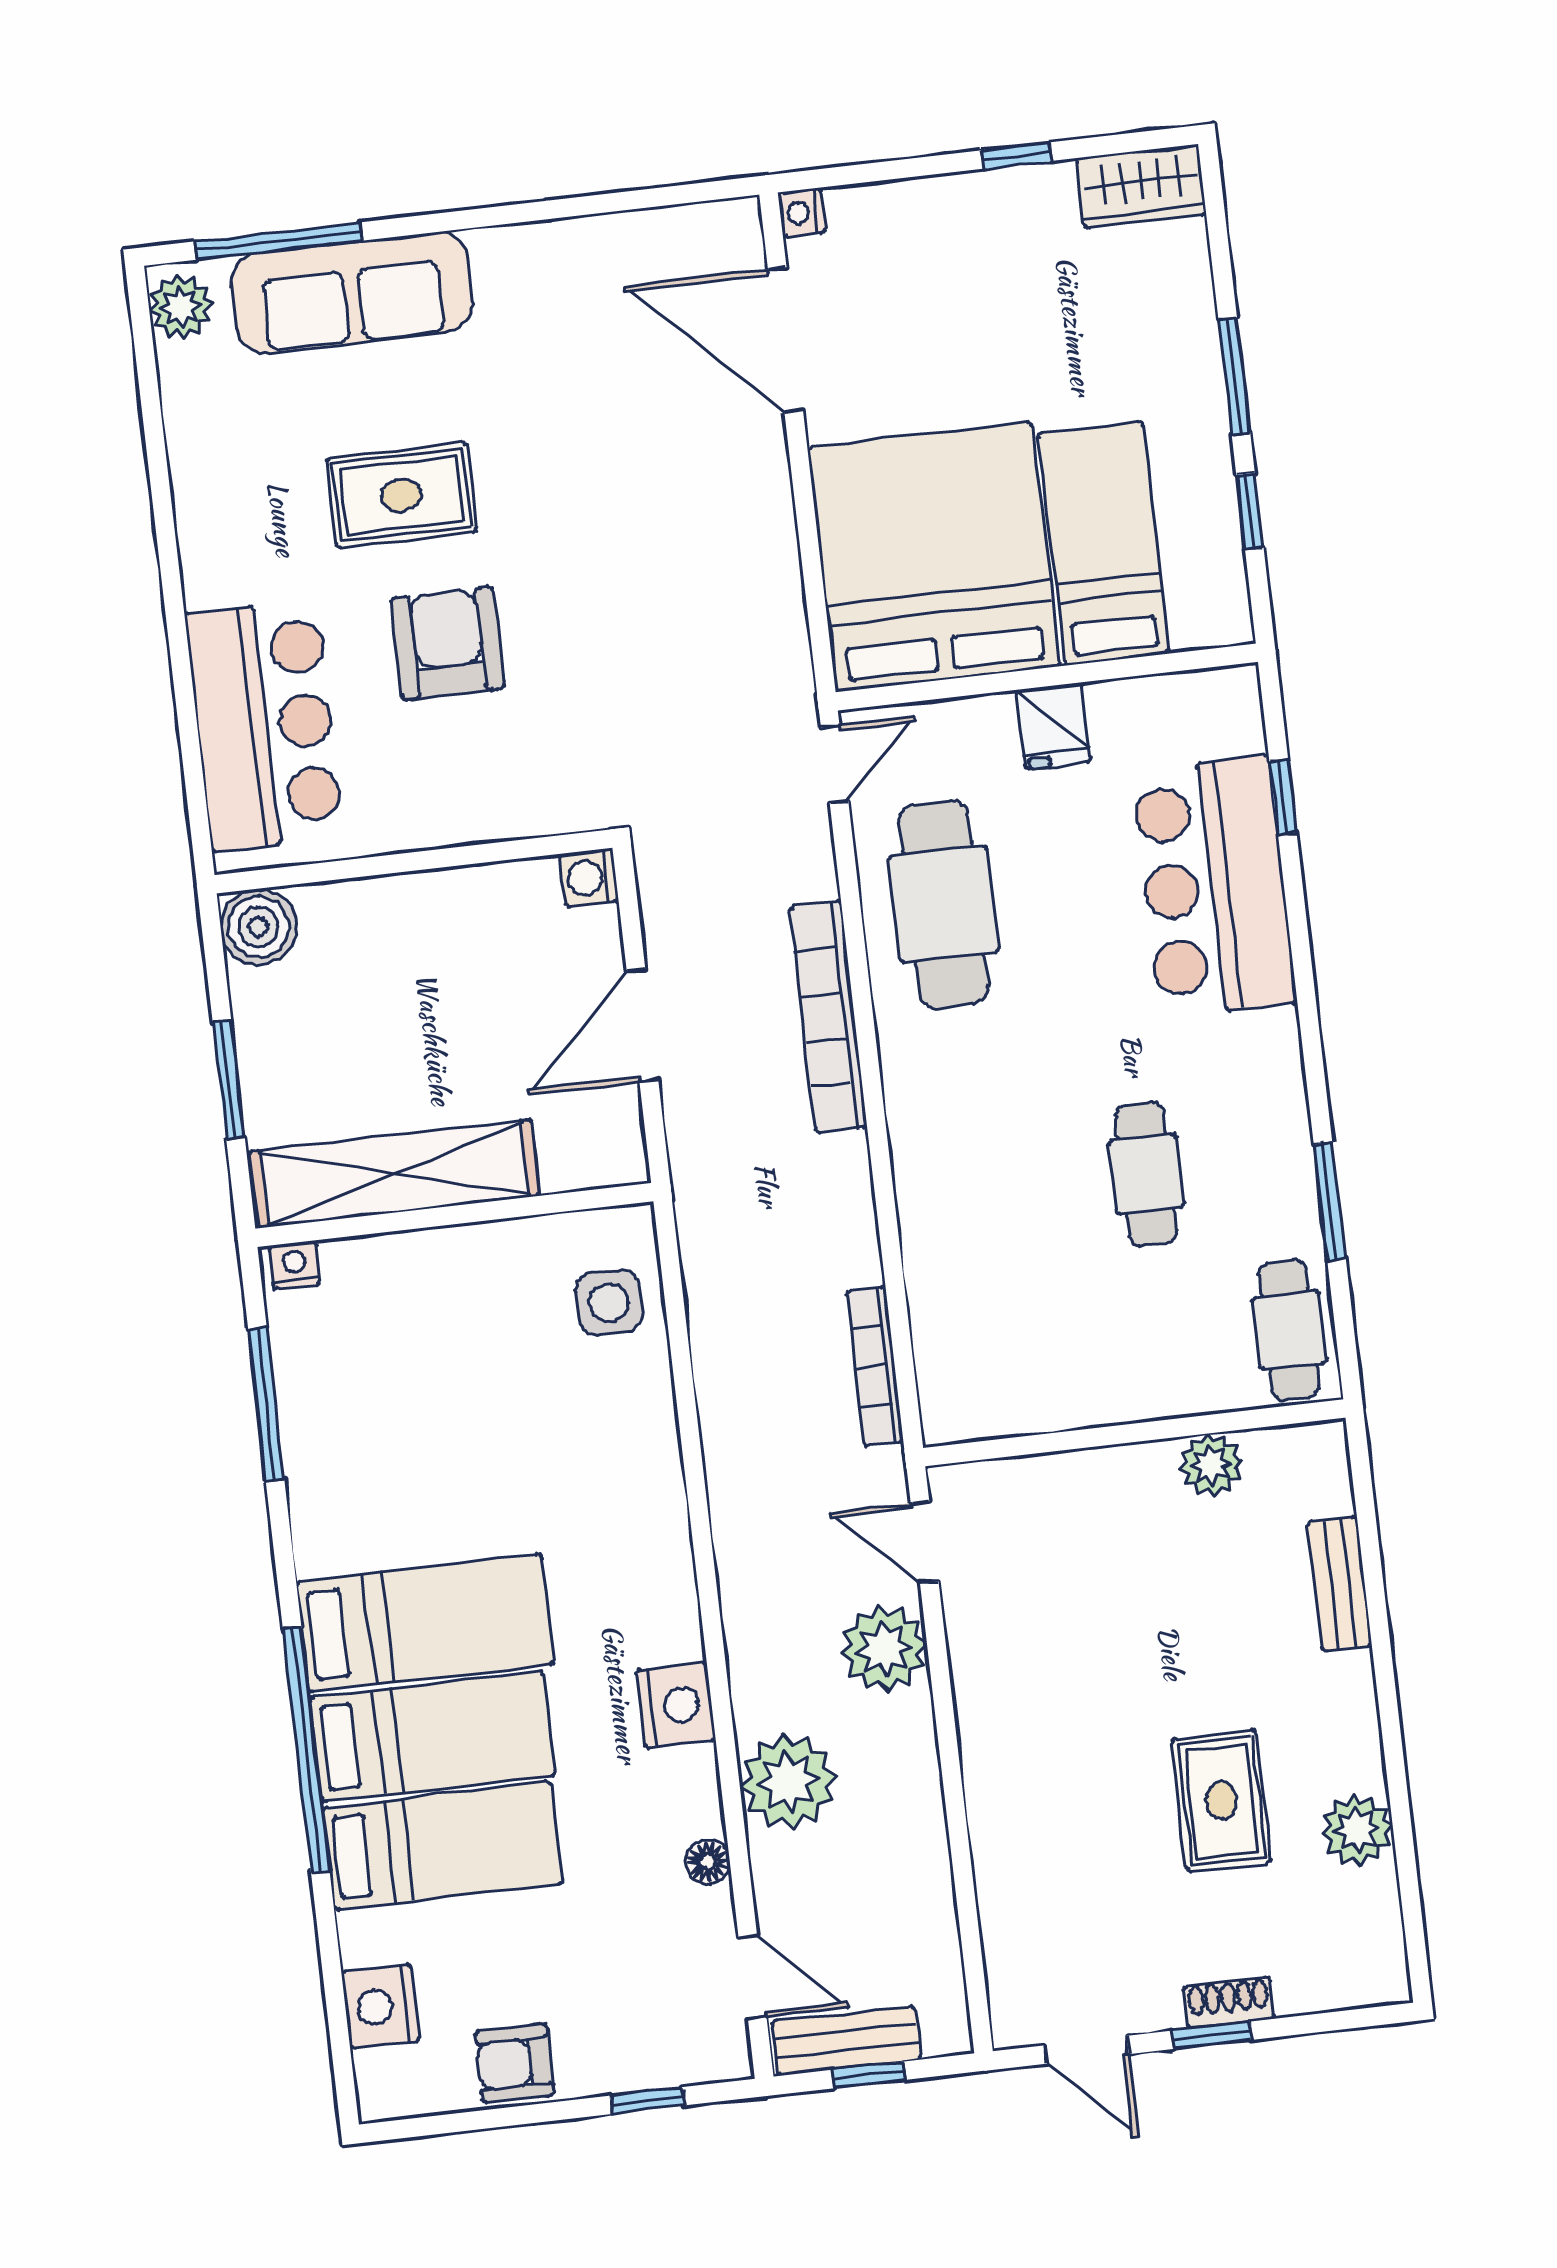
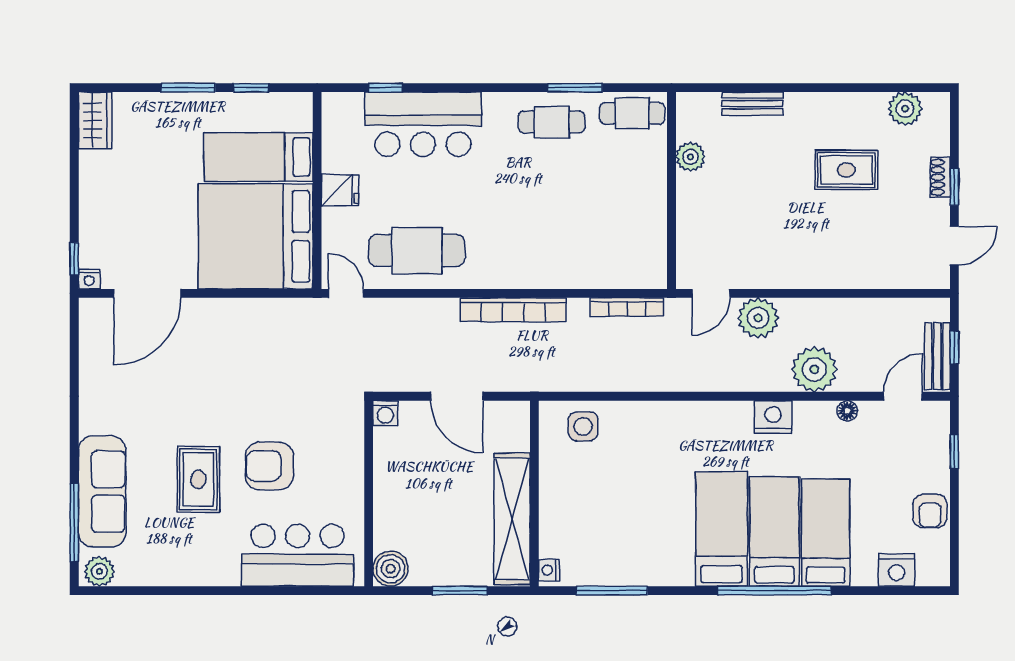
window: (1017, 156) -> (74, 259), moved
bookcase: (829, 1017) -> (513, 310), moved
cafe table: (1146, 1174) -> (552, 122), moved
plant: (1357, 1830) -> (905, 109), moved

